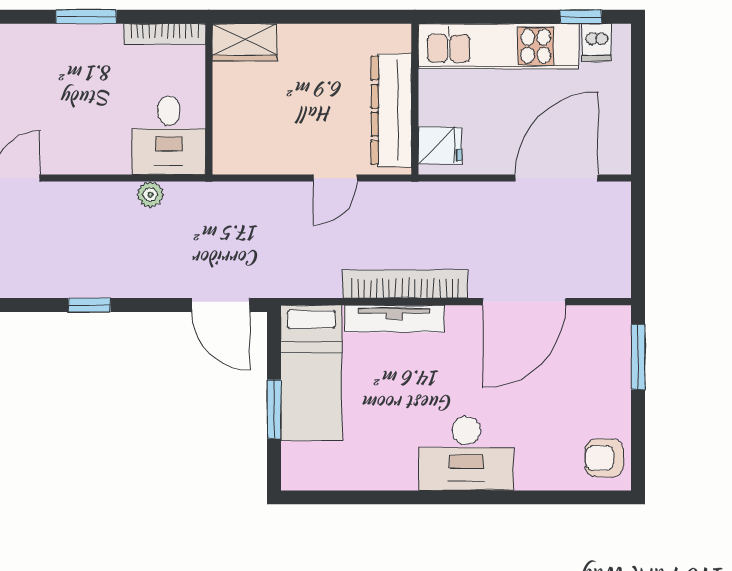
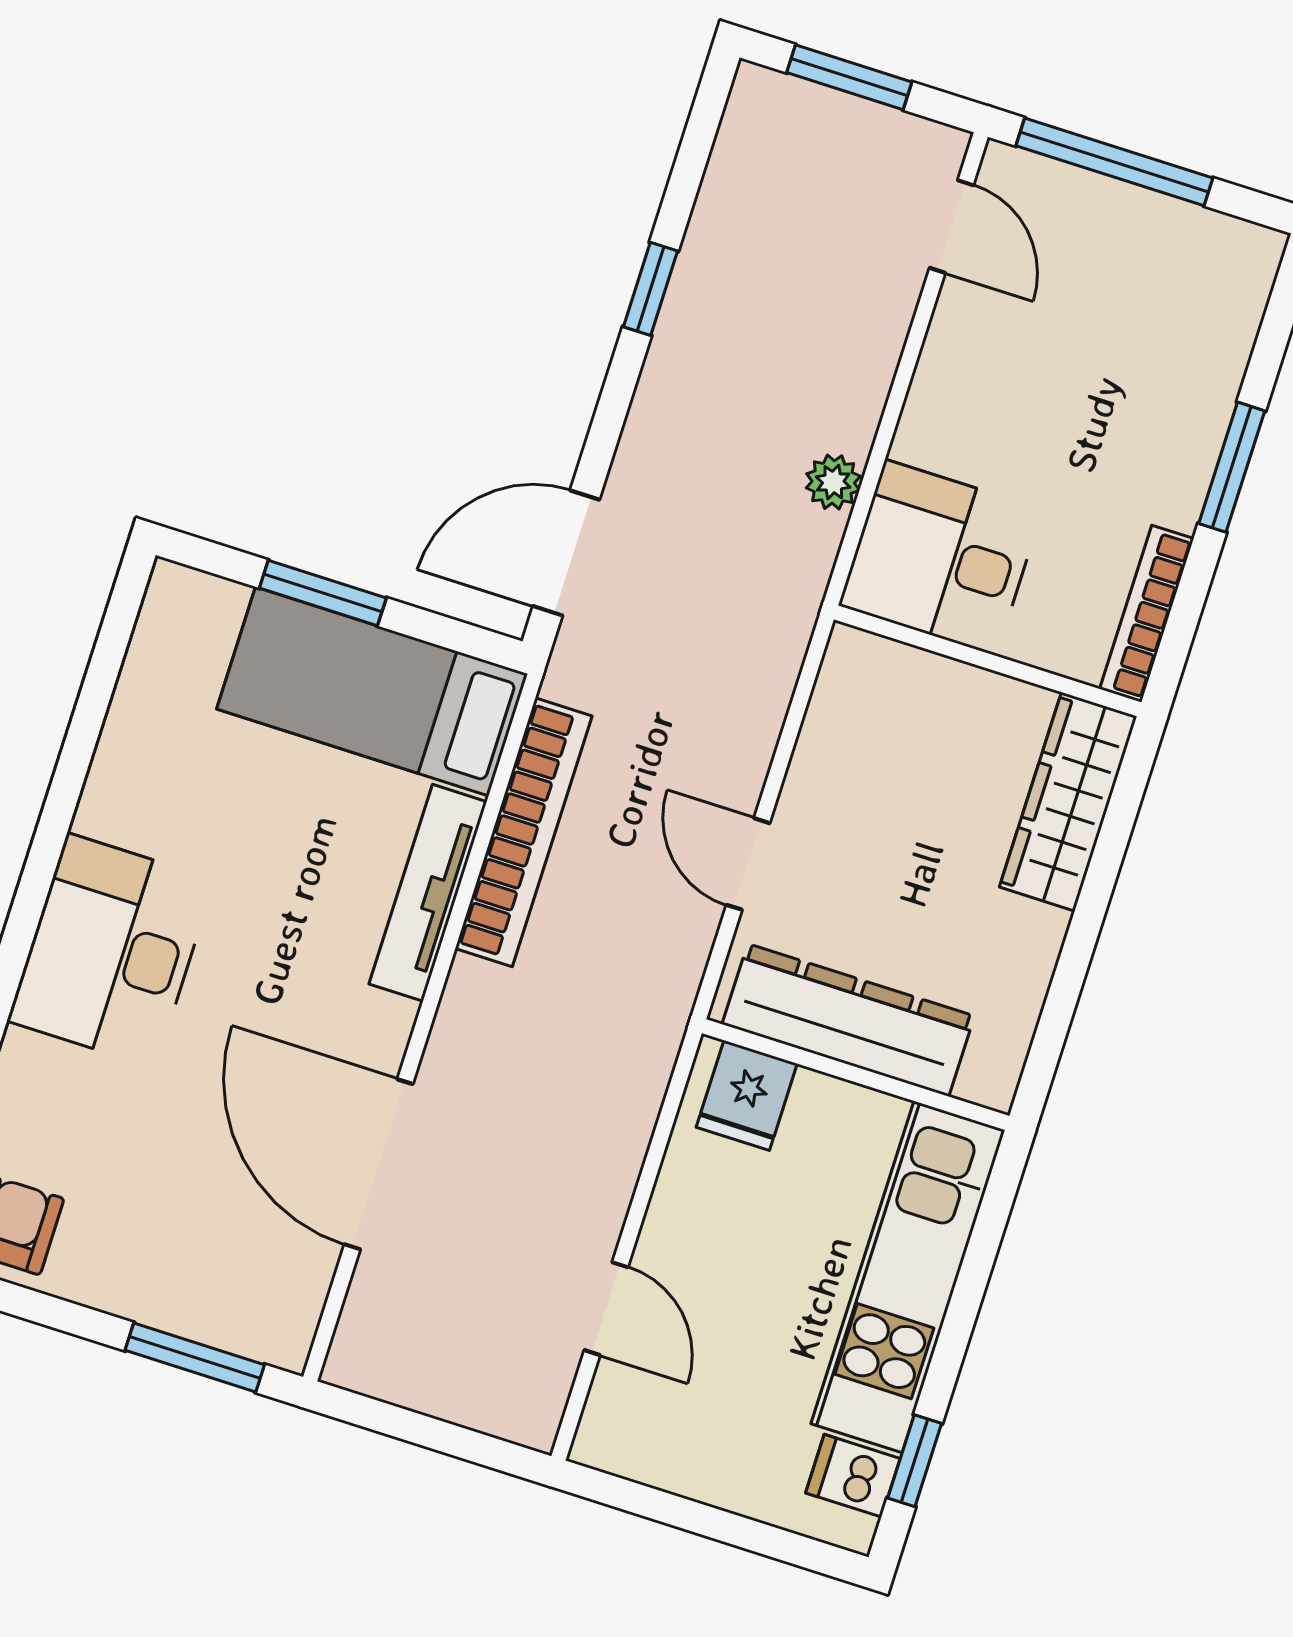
wardrobe: (245, 42) -> (1068, 802), width x1.50
door: (557, 178) -> (606, 1309), width x0.53
bookcase: (405, 284) -> (524, 832), moved

